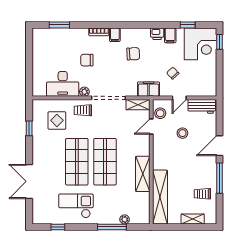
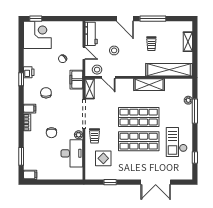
window: (188, 25) -> (21, 79), moved
filing cabinet: (170, 35) -> (30, 175), moved
trolley: (202, 194) -> (151, 44), moved

